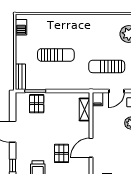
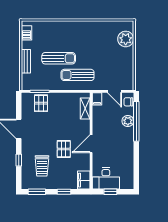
sun lounger: (107, 66) -> (78, 75), moved
bench: (20, 77) -> (26, 61), moved
door: (117, 91) -> (114, 91), hinge flipped

